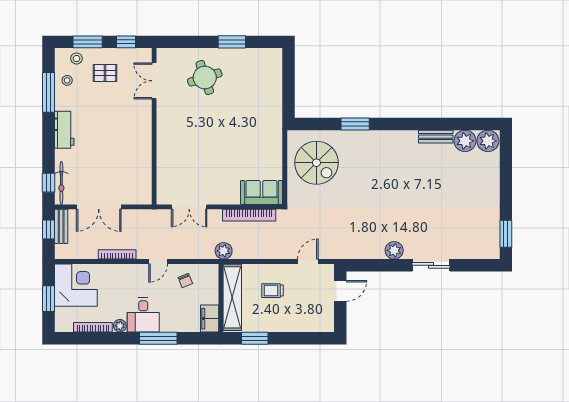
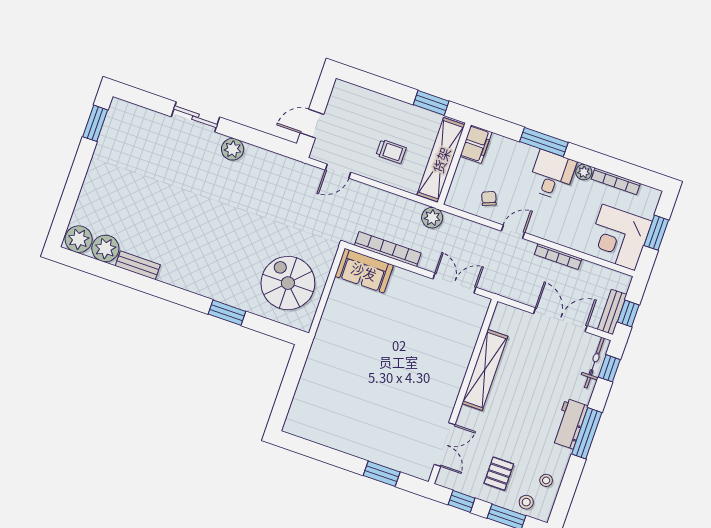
window: (232, 42) -> (382, 474), moved
pallet: (105, 73) -> (499, 474), turned 90
round table: (205, 78) -> (384, 428), removed
window: (48, 92) -> (587, 433), moved
shelving: (143, 149) -> (485, 370), added

